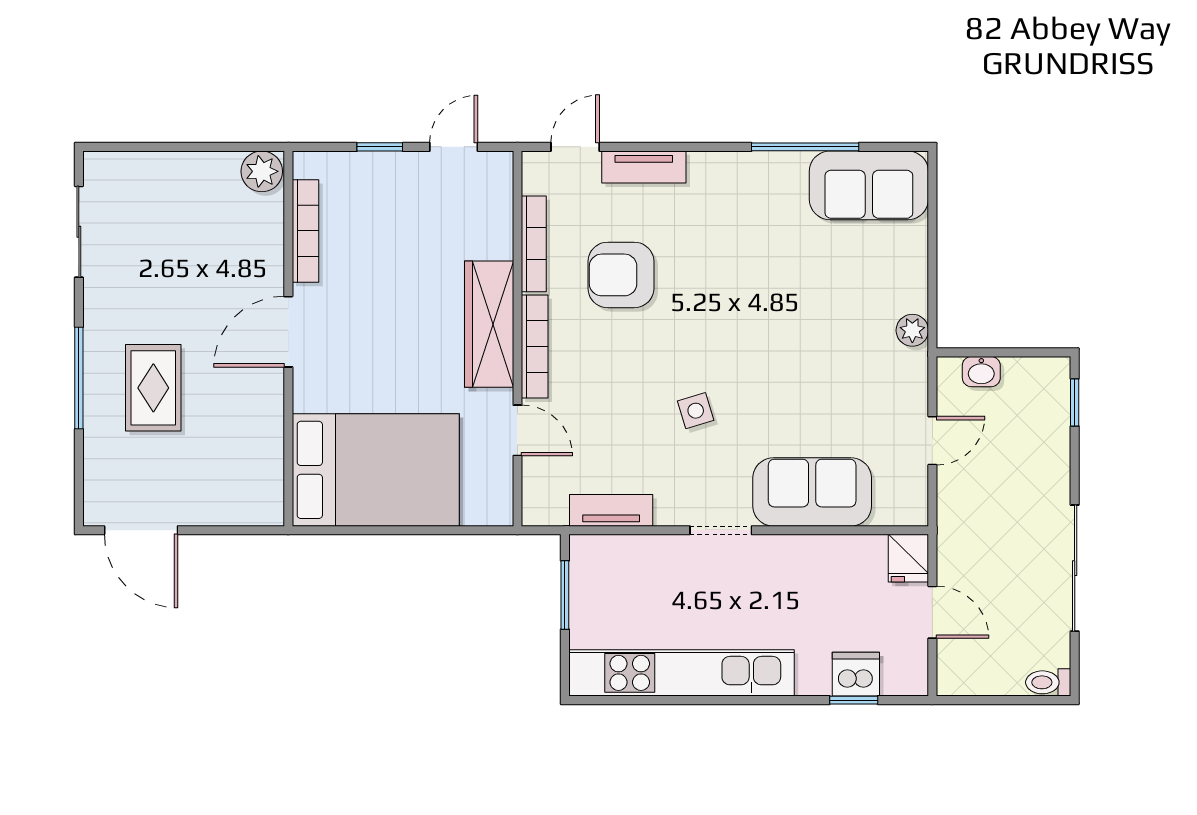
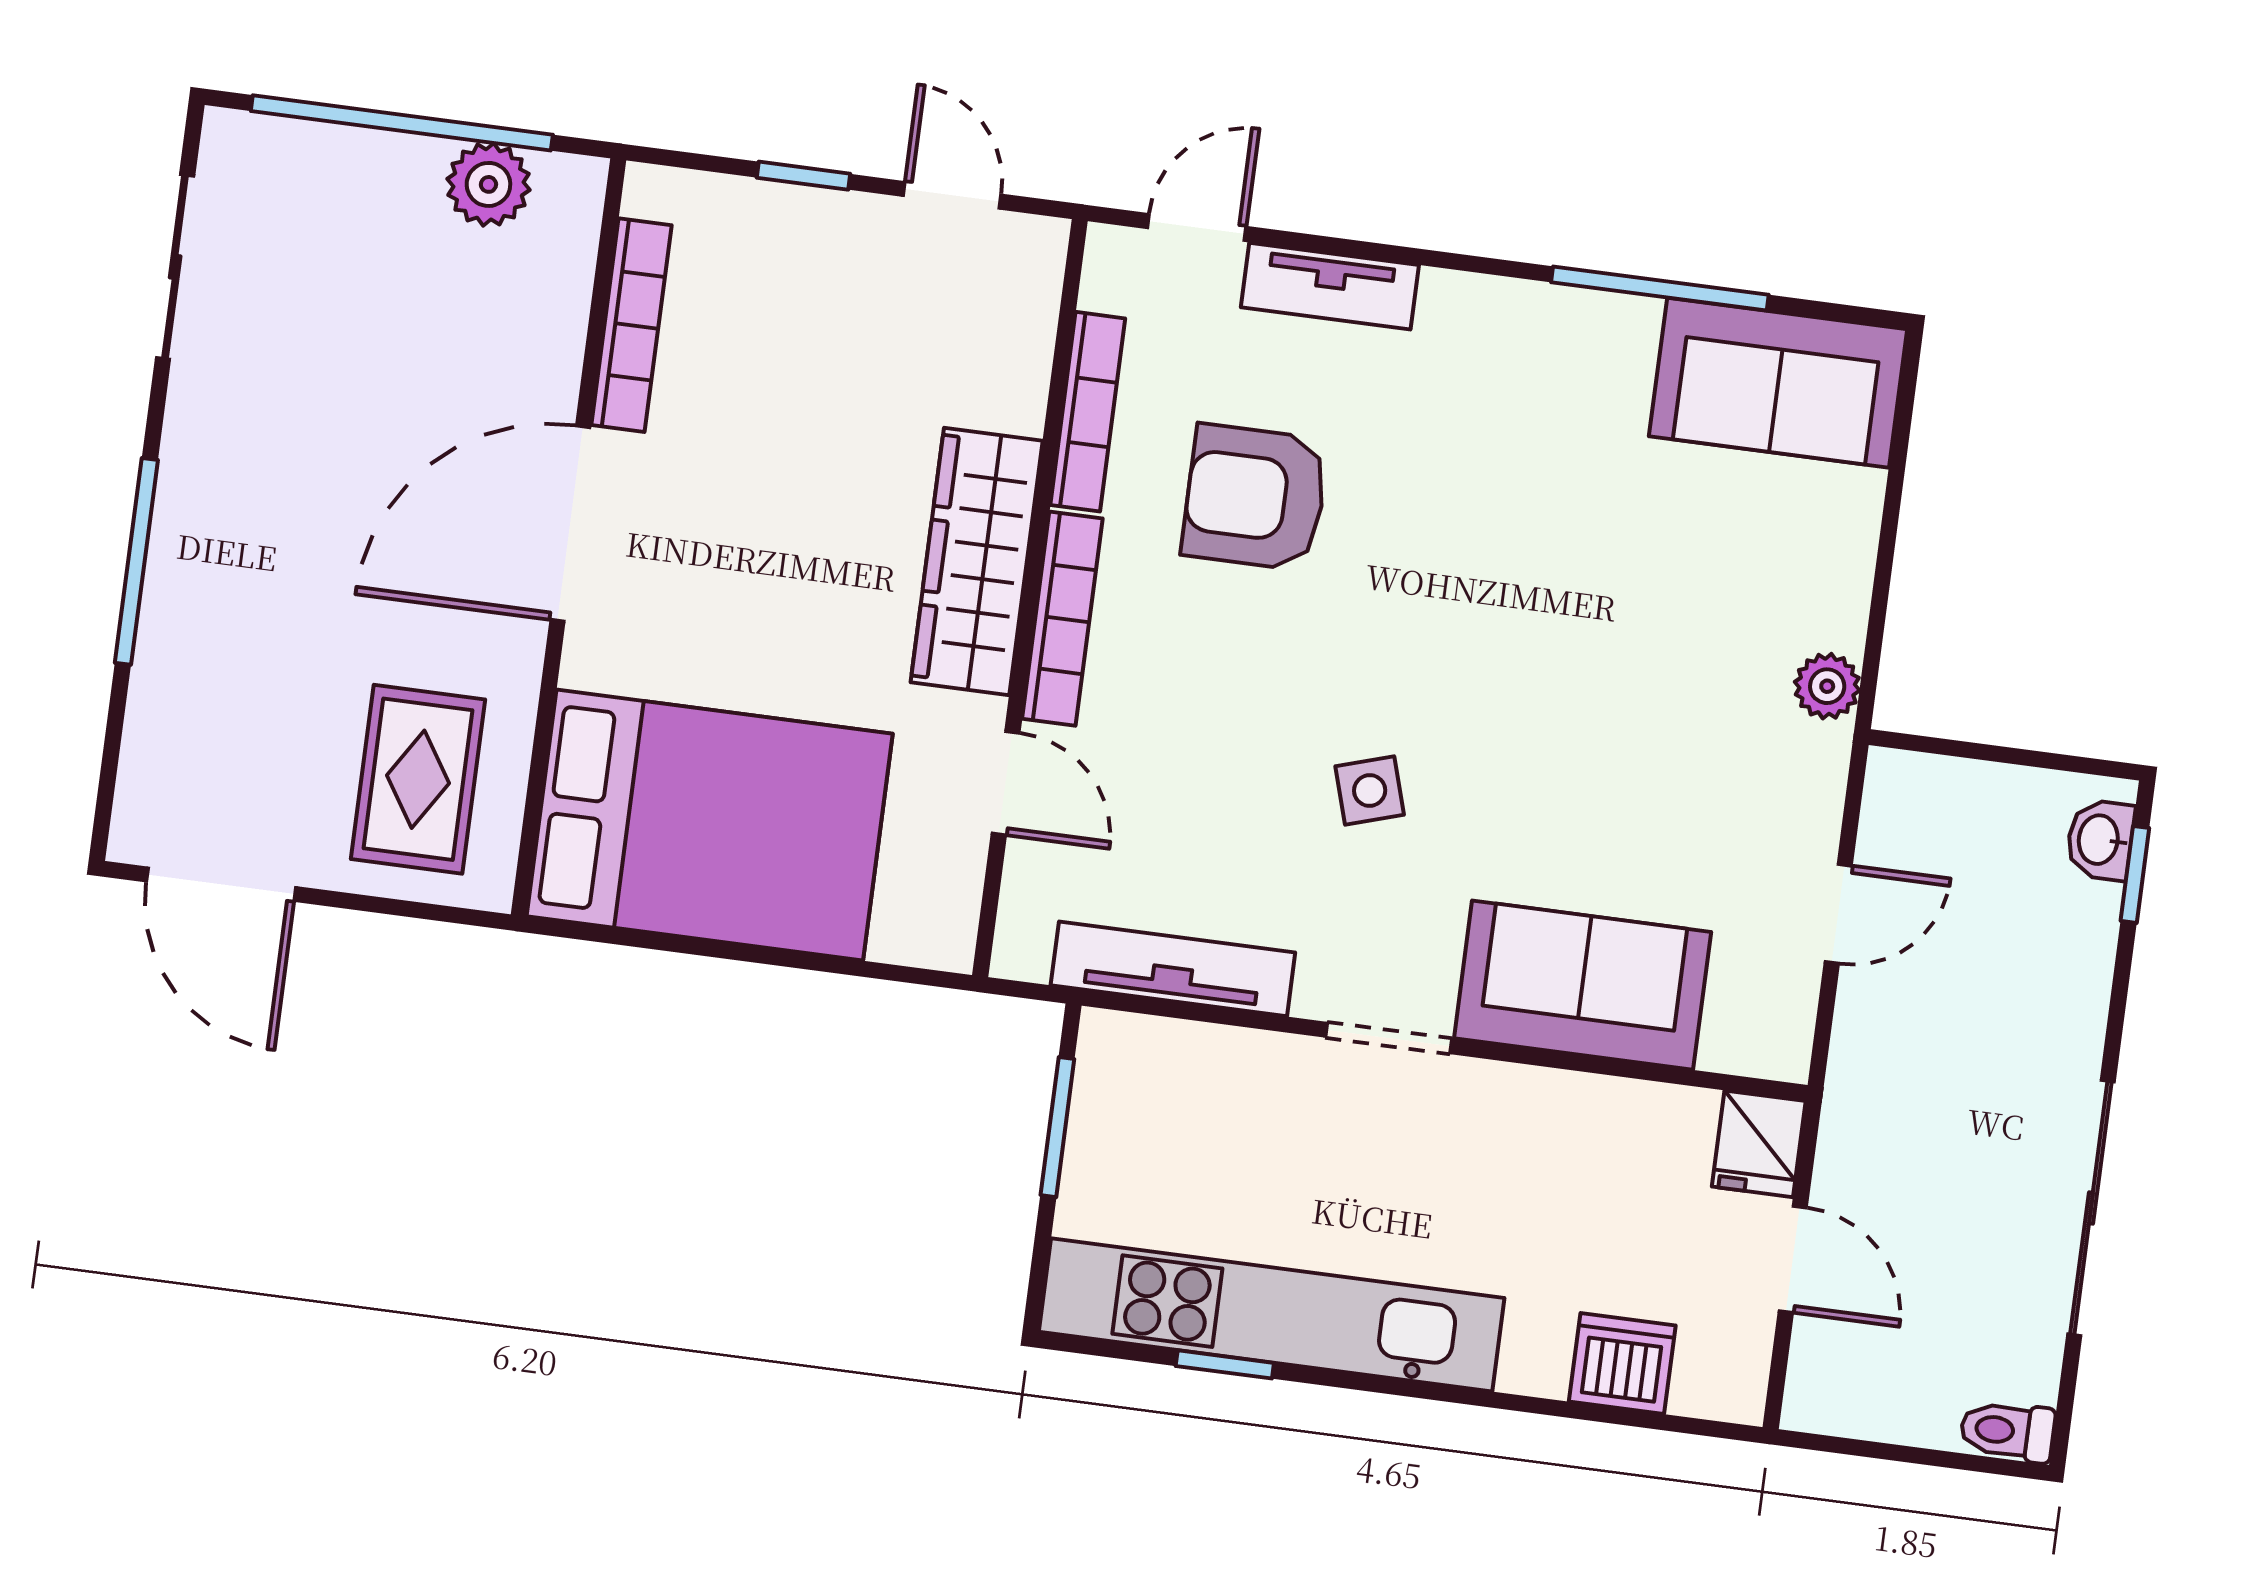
window: (180, 147) -> (402, 123), added
door: (454, 147) -> (952, 195), hinge flipped
plant: (262, 171) -> (488, 184), moved
door: (288, 332) -> (570, 524), width x1.36
washbasin: (981, 372) -> (2100, 840), moved, turned 90
rug: (153, 388) -> (418, 779), moved
tv unit: (611, 510) -> (1173, 969), width x1.41
window: (854, 700) -> (1225, 1364), moved

